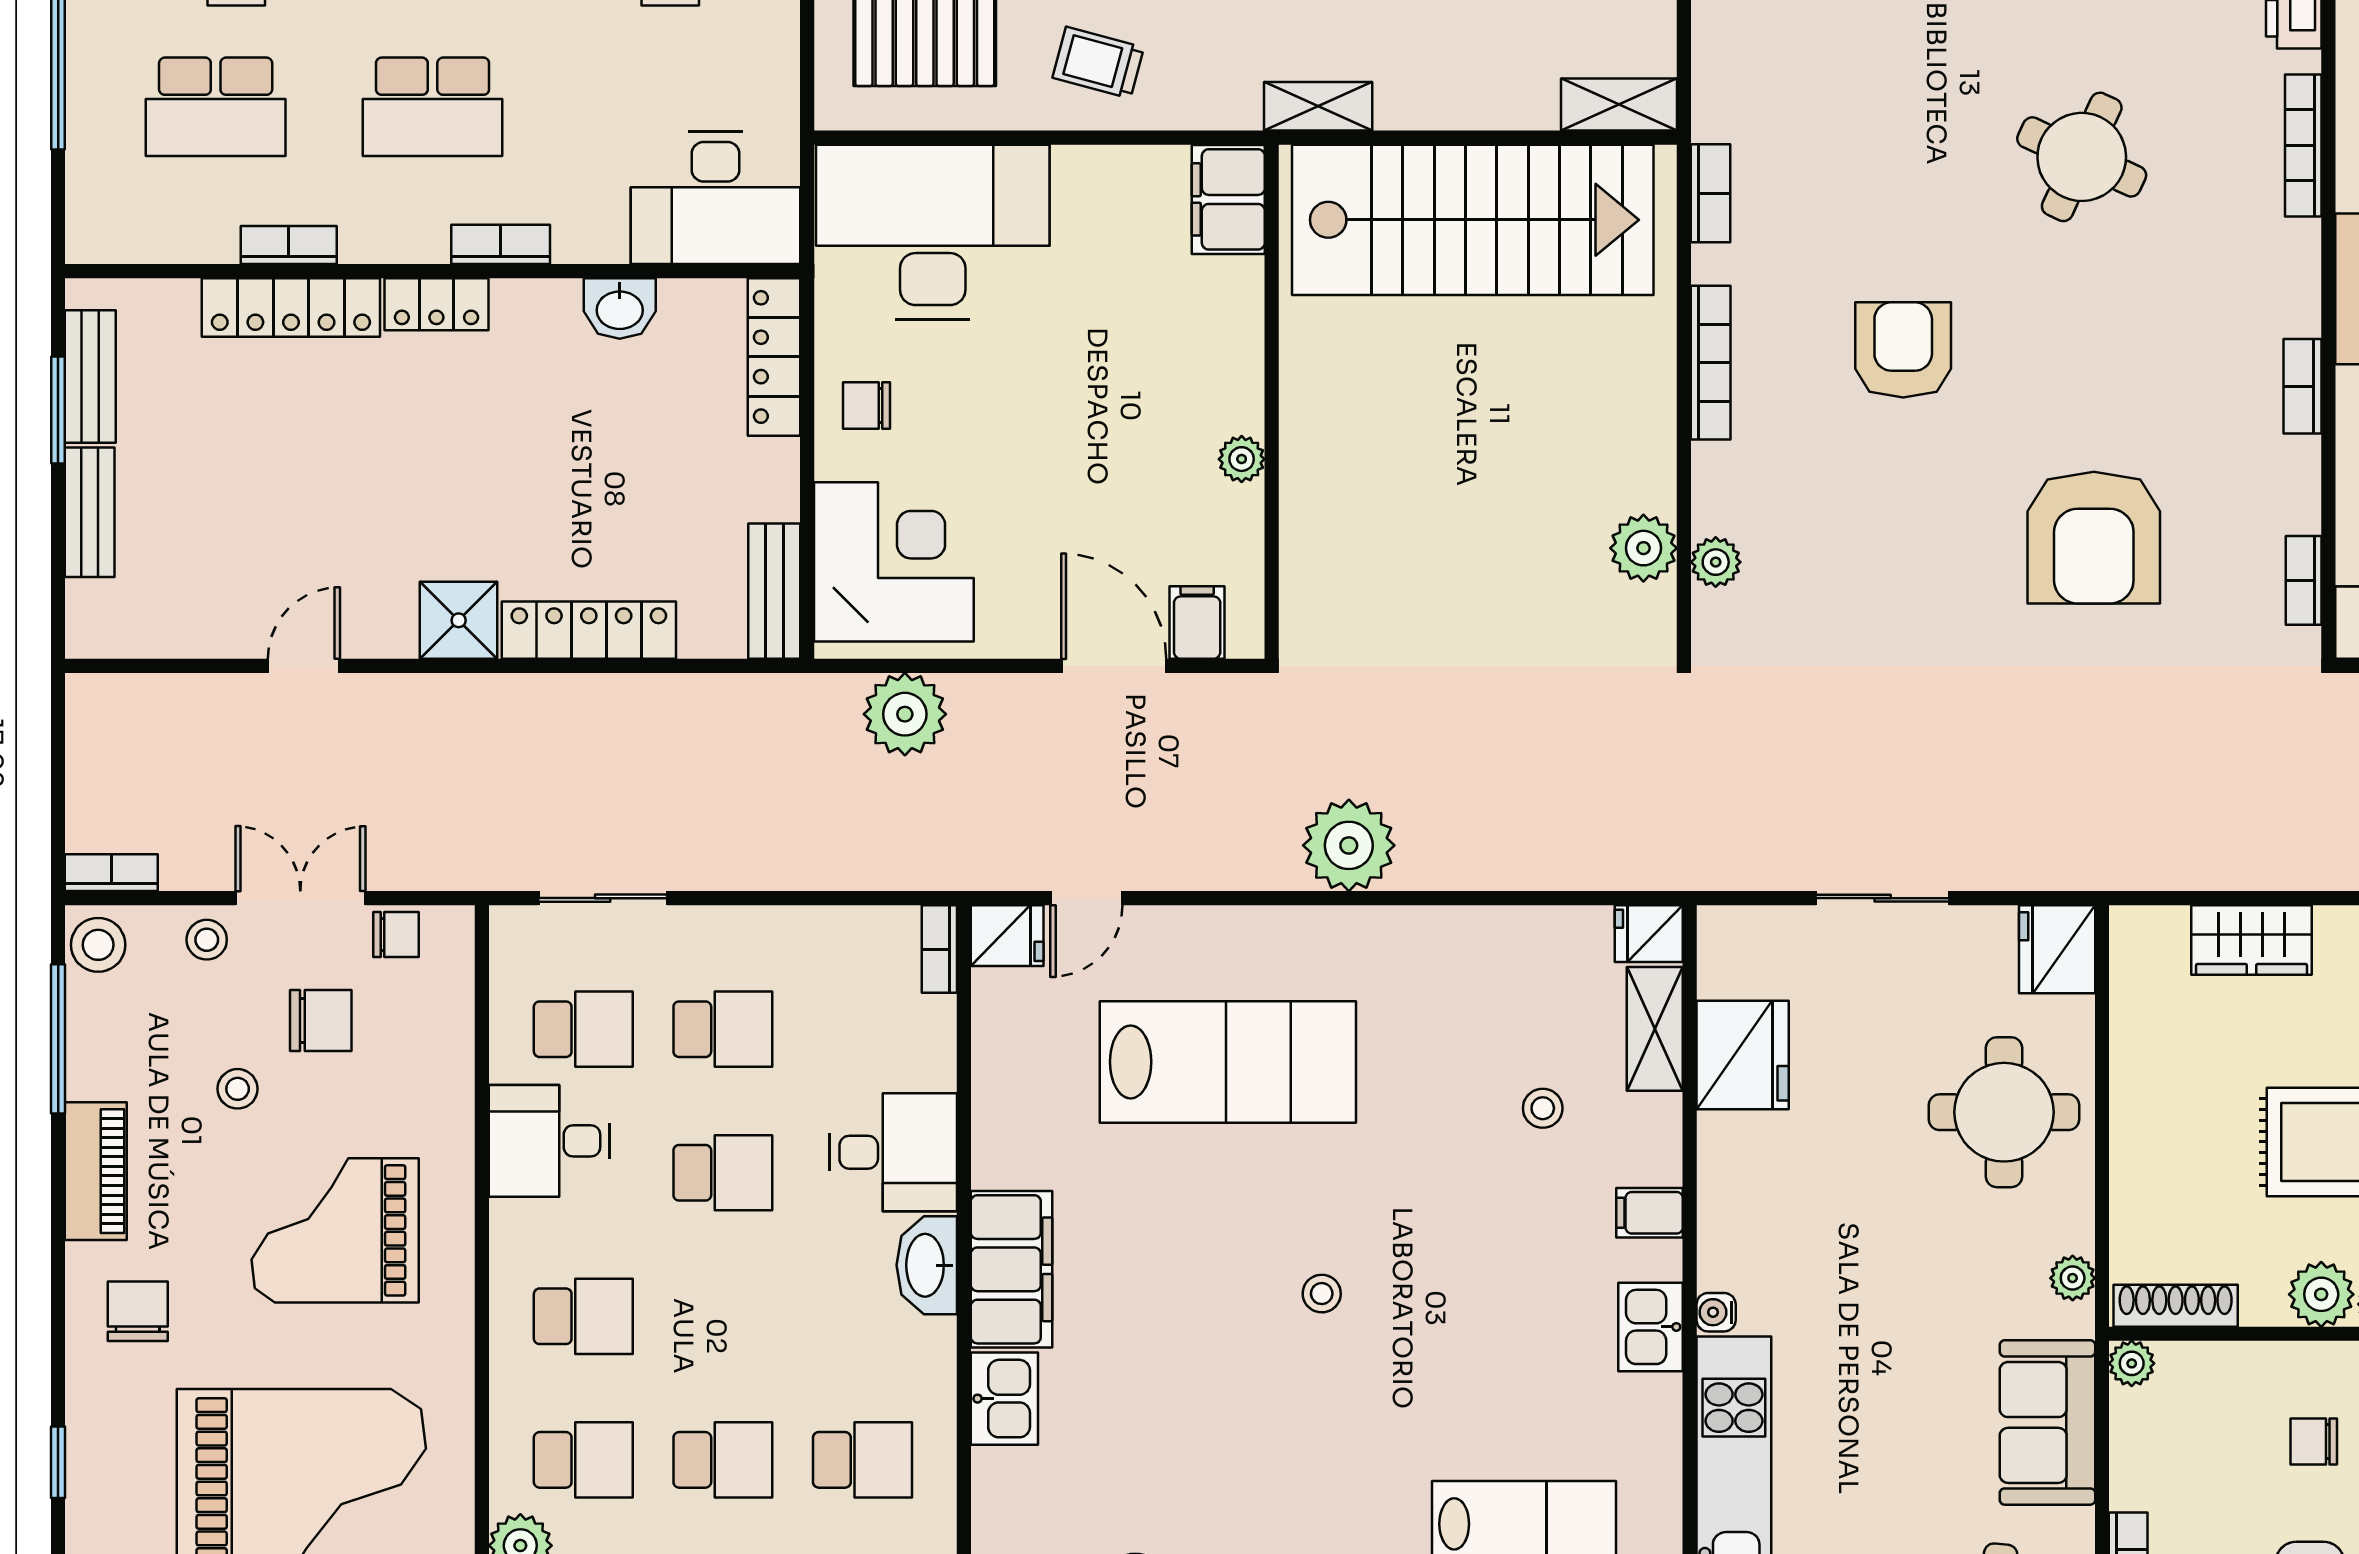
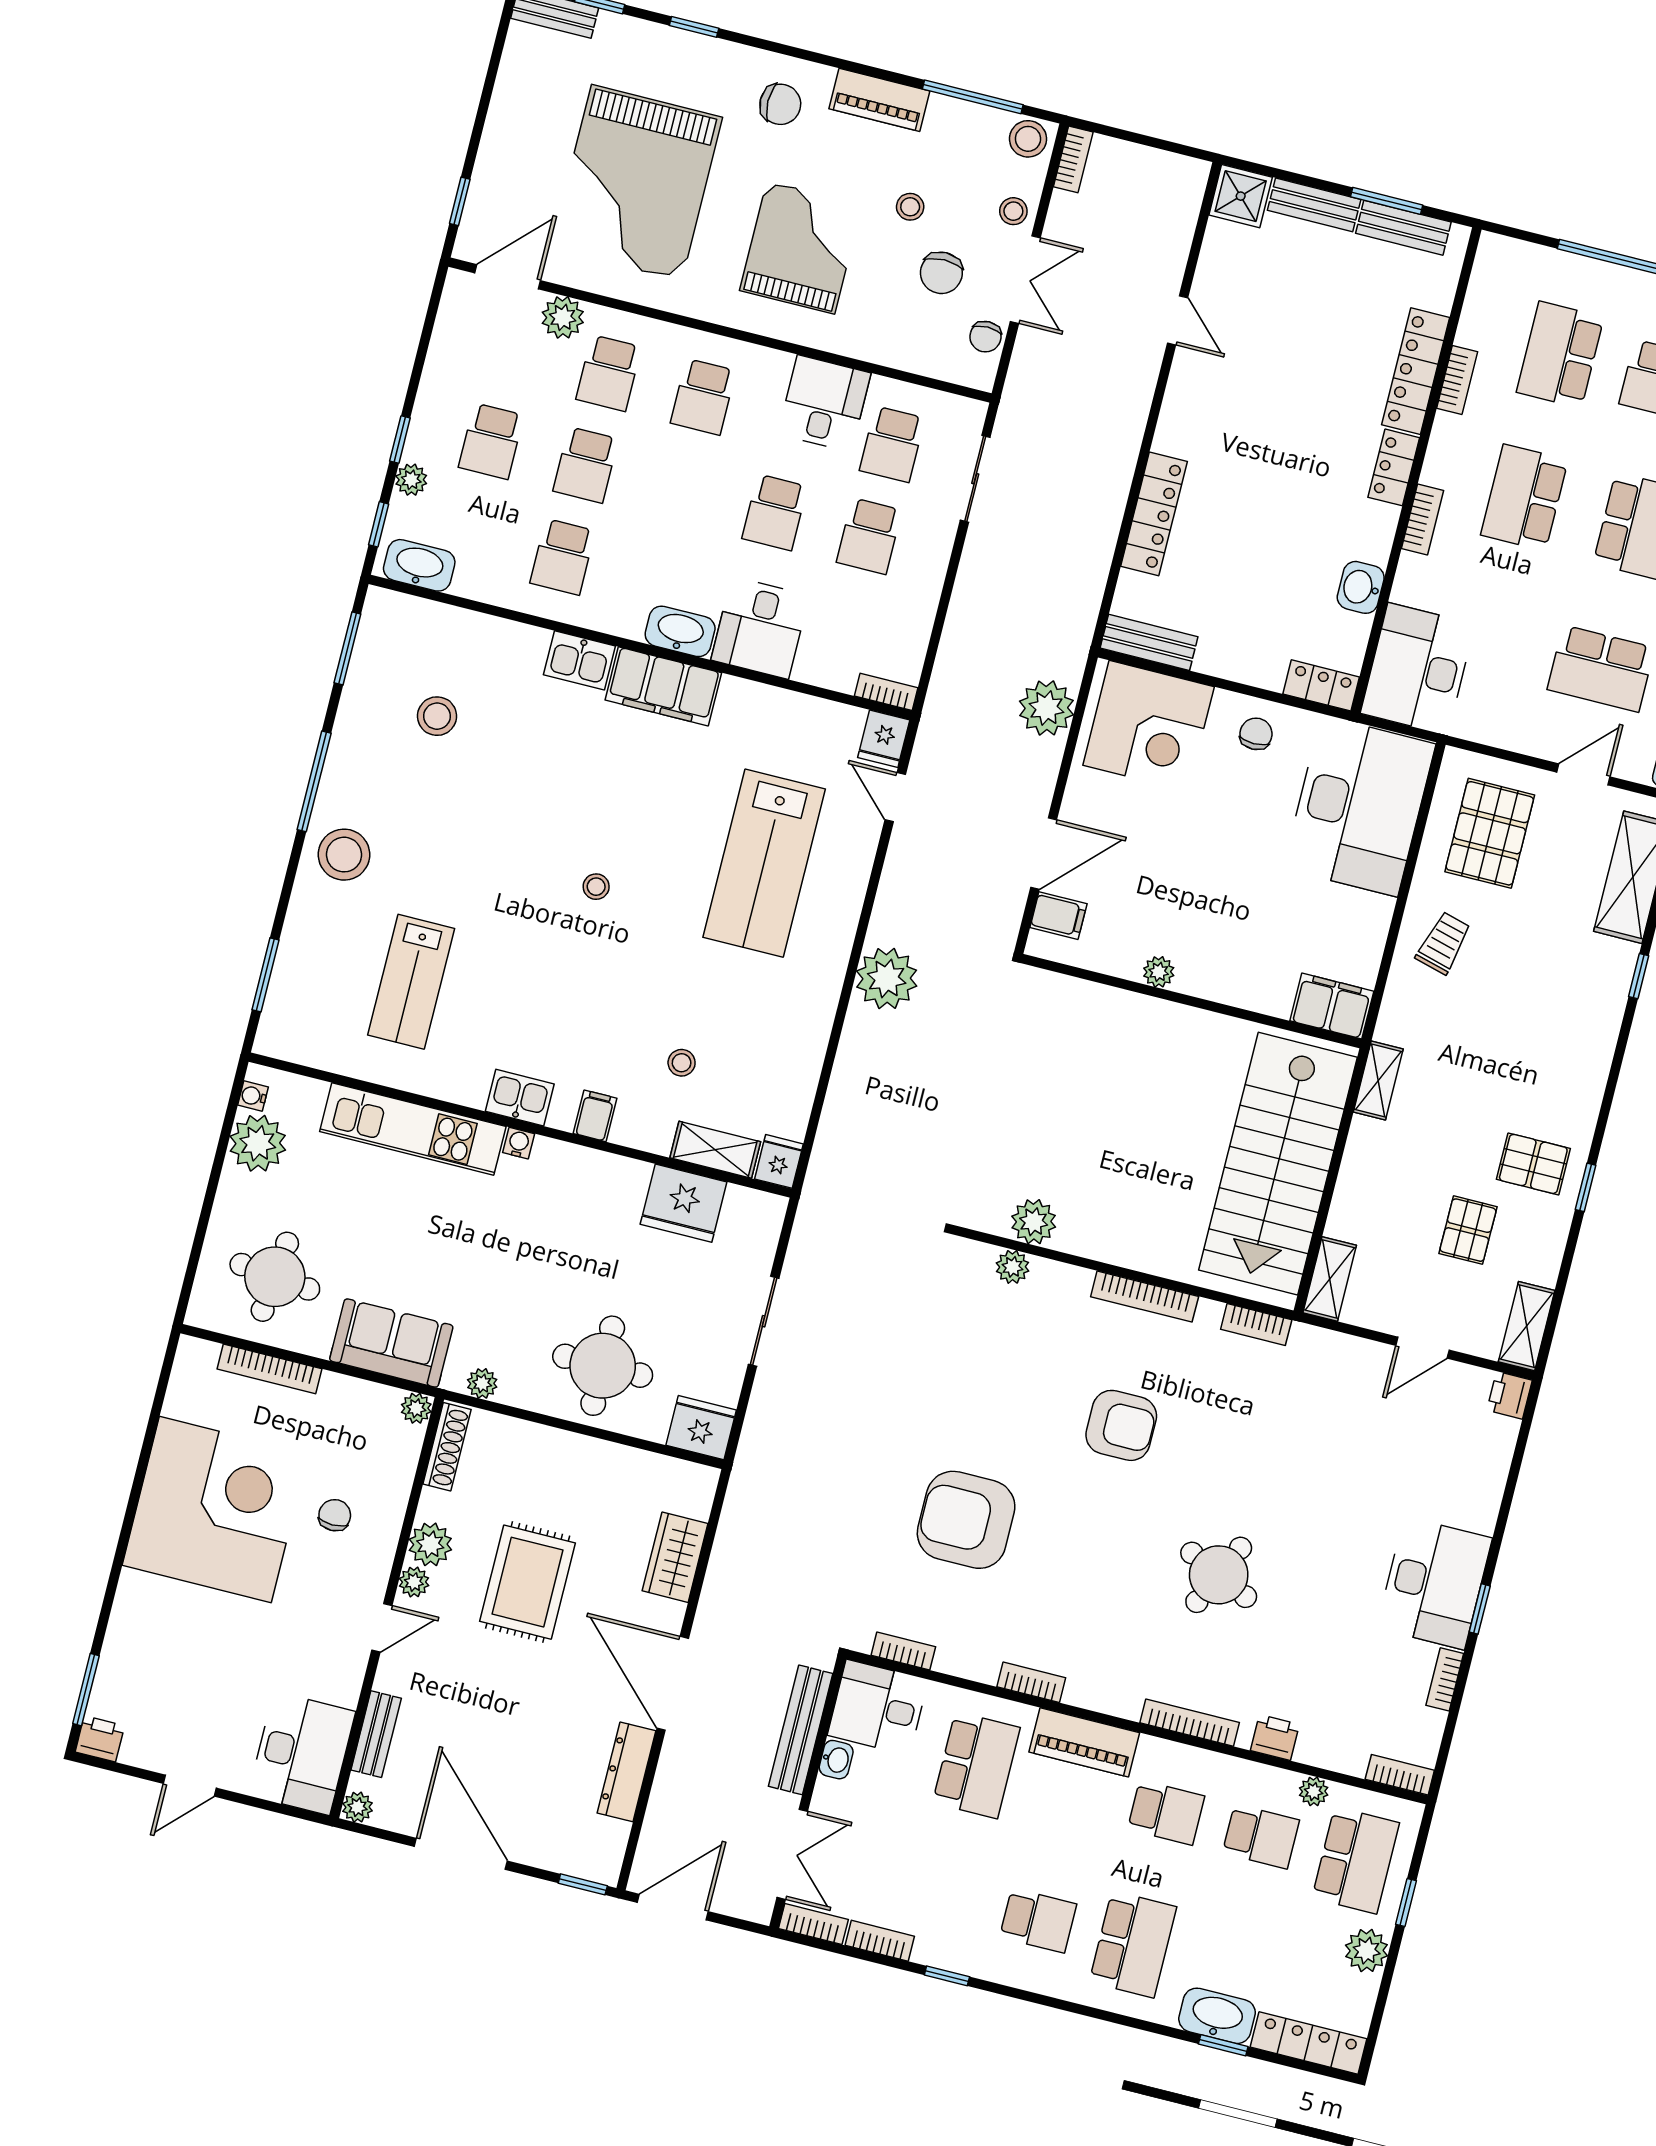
locker: (774, 357) -> (1321, 685), width x0.66
shower: (459, 620) -> (1241, 196), moved

